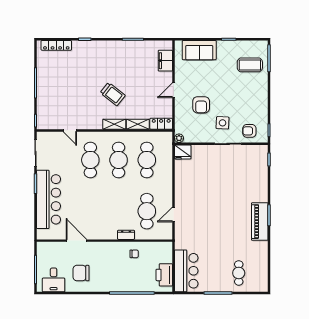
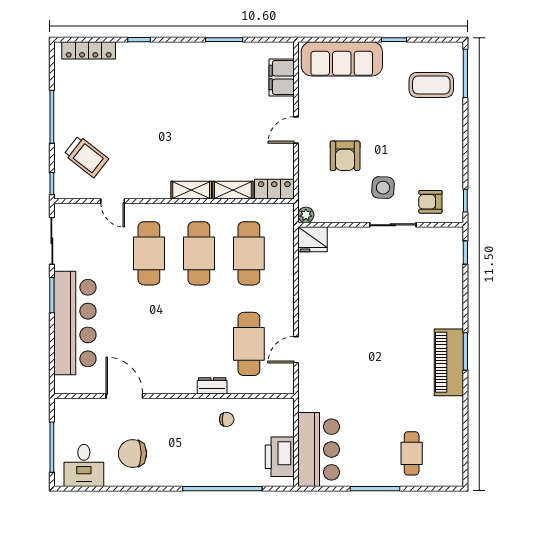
sofa: (199, 50) -> (342, 59), width x1.36
trolley: (113, 94) -> (86, 157), moved

